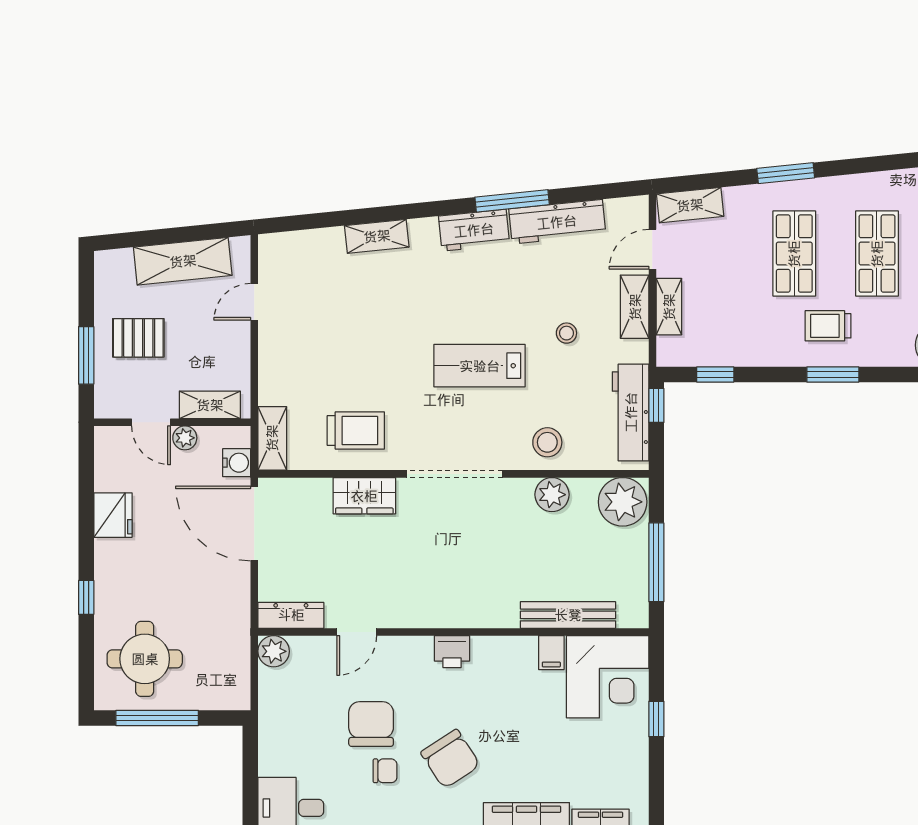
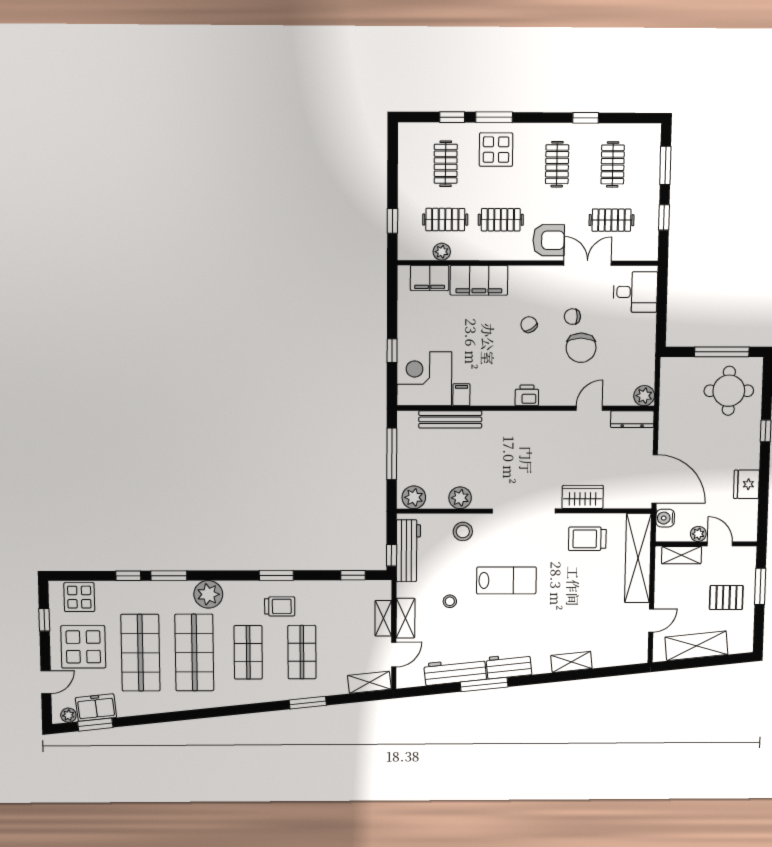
shelving: (272, 438) -> (638, 558), width x2.20, depth x1.33
plant: (623, 502) -> (414, 497), width x0.73, depth x0.73
chair: (450, 759) -> (529, 324), width x0.54, depth x0.54

